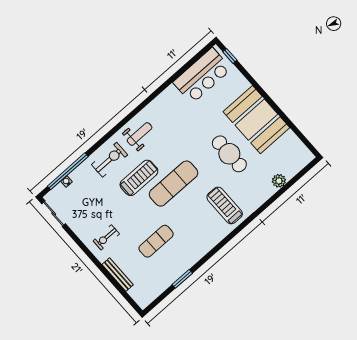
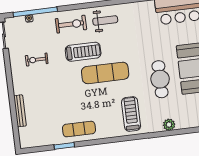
plant: (279, 181) -> (169, 125), moved
exercise bike: (106, 237) -> (37, 60), moved
exercise mat: (156, 241) -> (79, 129), moved

